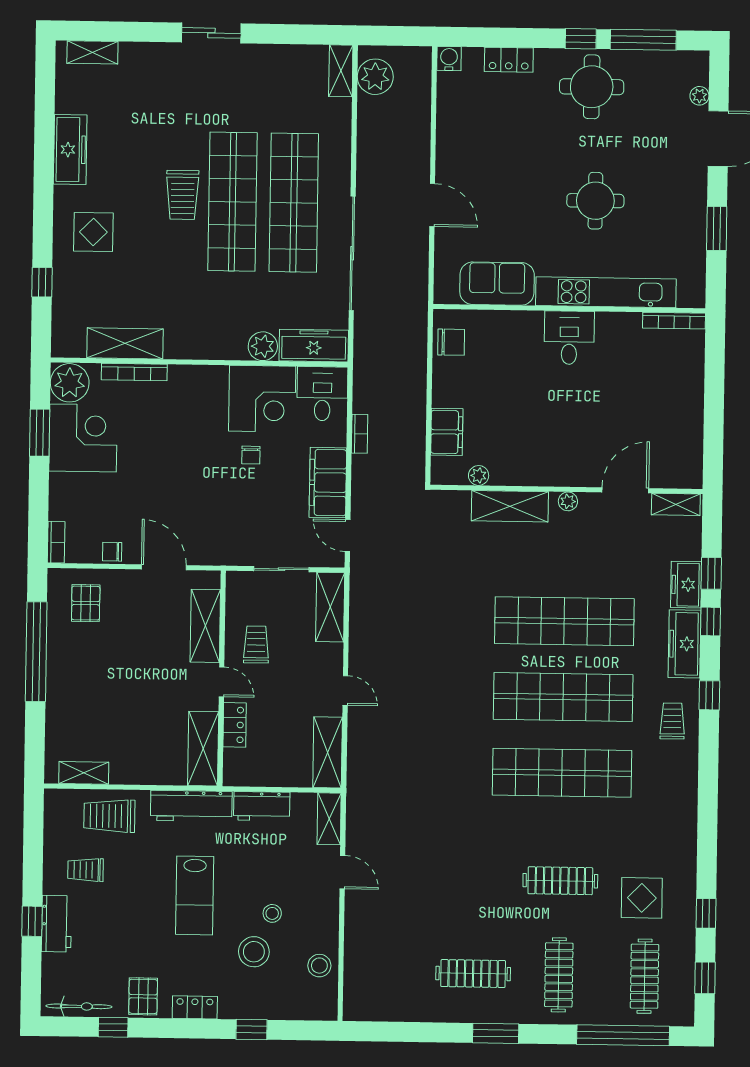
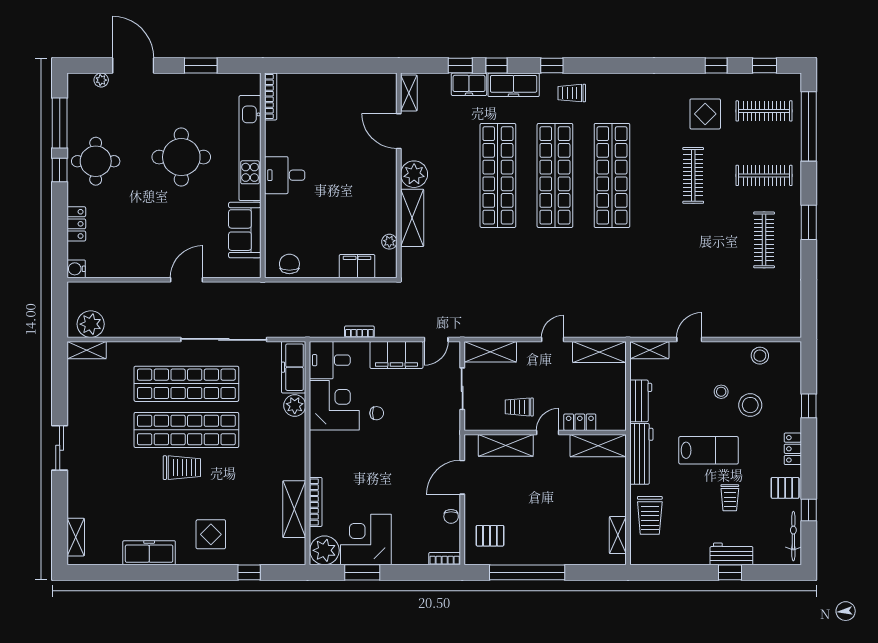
round table: (595, 201) -> (181, 157), width x1.36, depth x1.36
plant: (568, 501) -> (414, 174), width x1.87, depth x1.87
trolley: (85, 870) -> (730, 498), moved

